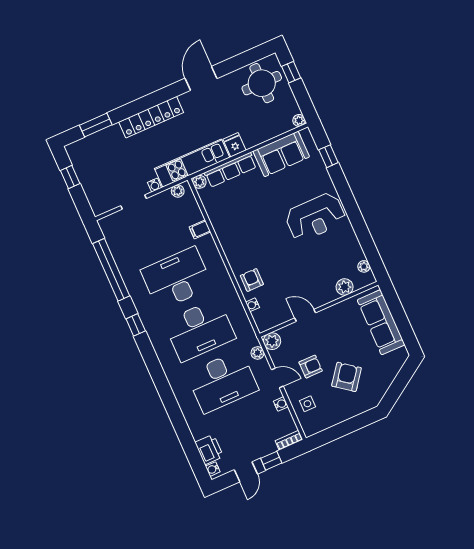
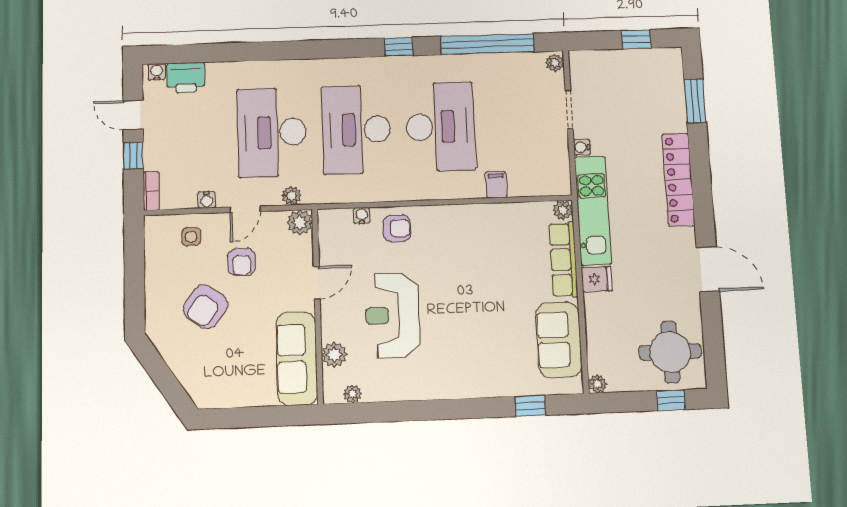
plant: (178, 191) -> (555, 63), moved
reception desk: (315, 217) -> (392, 315), moved
sofa: (381, 322) -> (297, 359), moved, turned -90
armchair: (347, 377) -> (205, 307), turned 90

